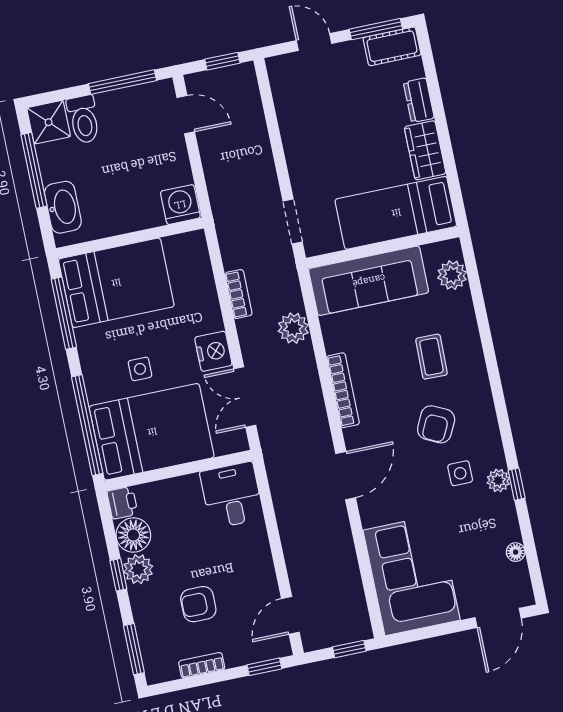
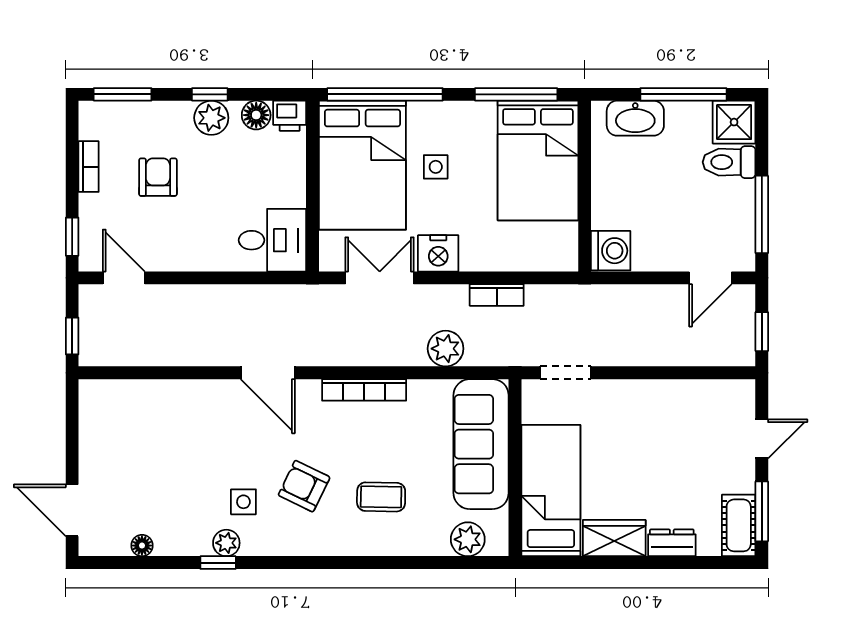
floor lamp: (133, 535) -> (256, 115), width x0.73, depth x0.73
corner sofa: (412, 575) -> (140, 423), removed

